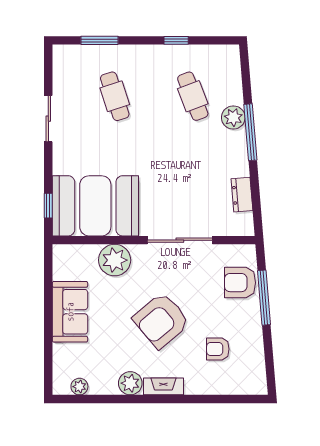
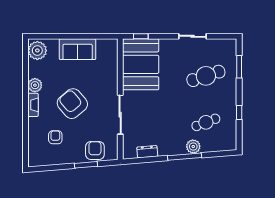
cafe table: (115, 96) -> (206, 76), width x1.37, depth x1.35
plant: (115, 260) -> (108, 76), removed
window: (264, 298) -> (86, 165), width x0.69
plant: (79, 387) -> (37, 50), width x1.88, depth x1.88

